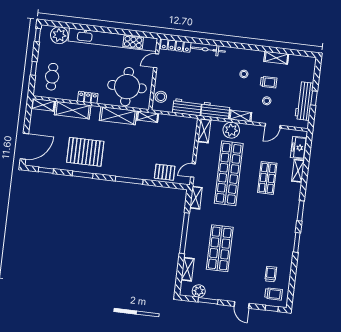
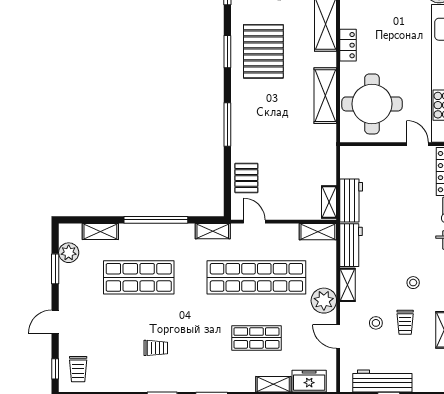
stool: (161, 97) -> (362, 158), removed
shelving: (148, 117) -> (329, 202), moved
plant: (231, 130) -> (324, 301), moved
trolley: (271, 274) -> (156, 348), moved

